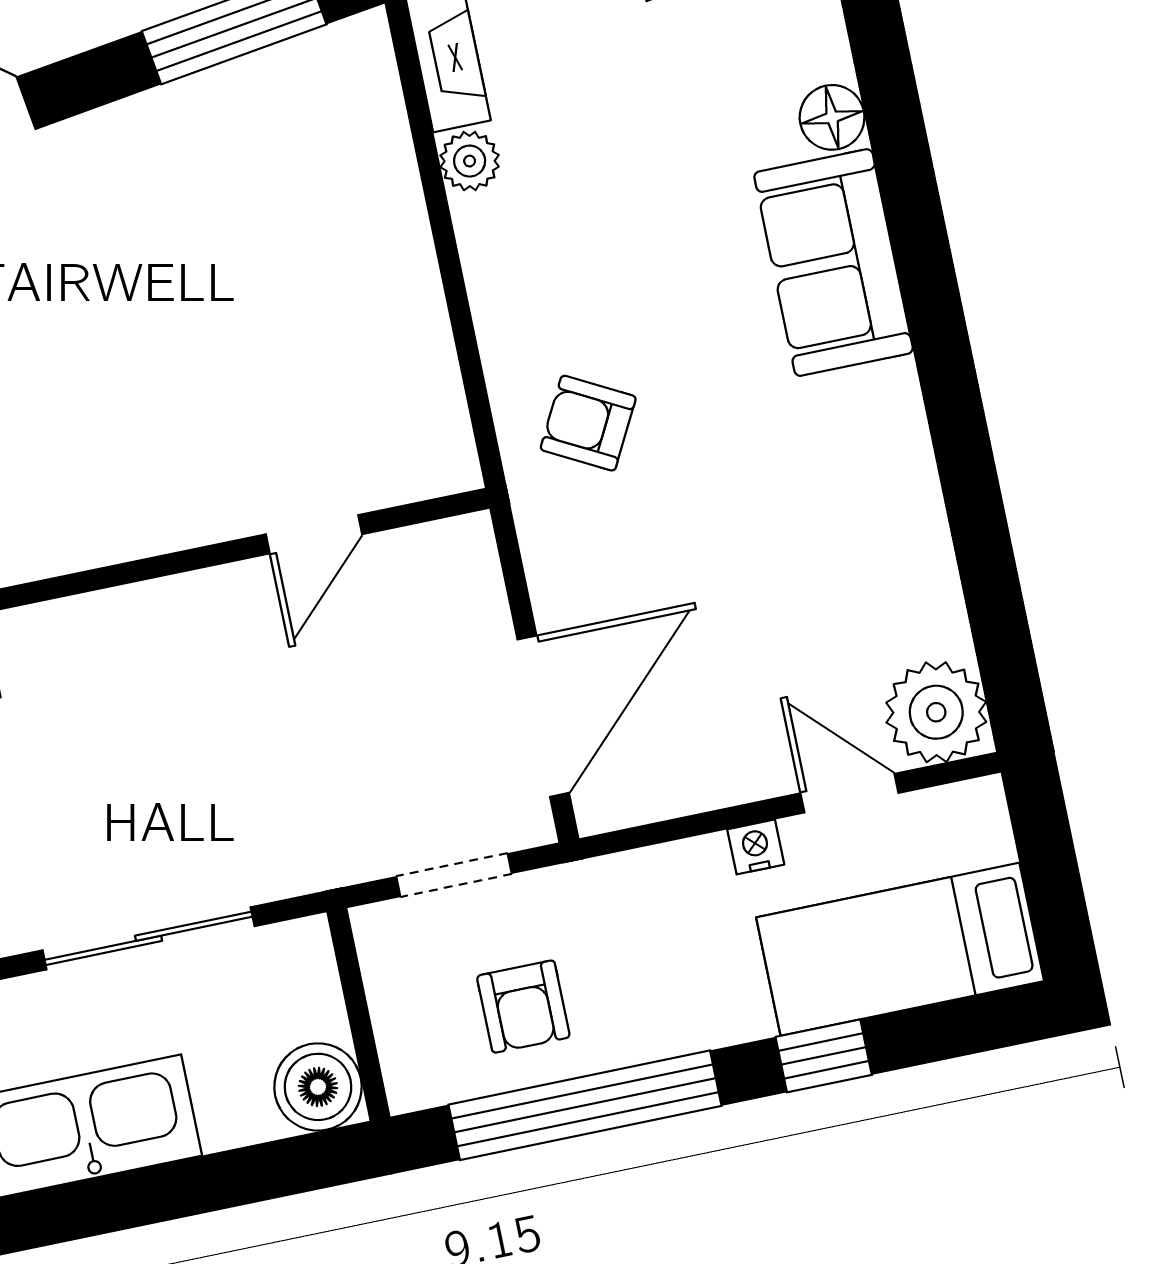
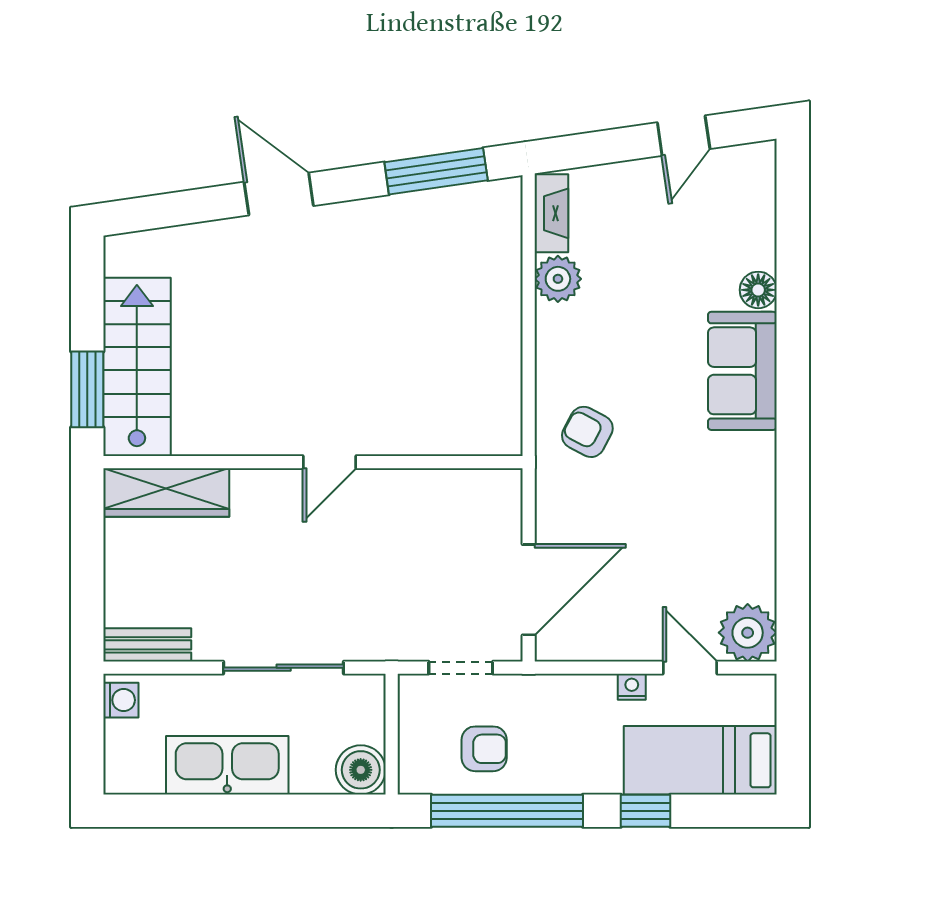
plant: (470, 161) -> (558, 279), width x1.38, depth x1.38
door: (314, 534) -> (329, 462), moved
armchair: (523, 1007) -> (484, 749), turned -90

